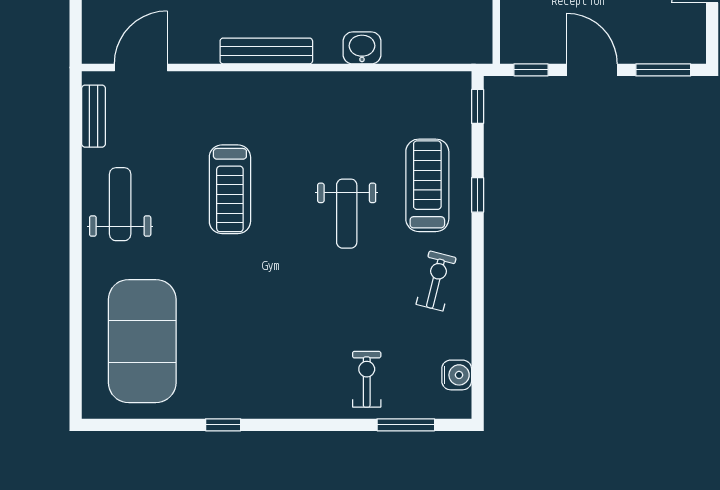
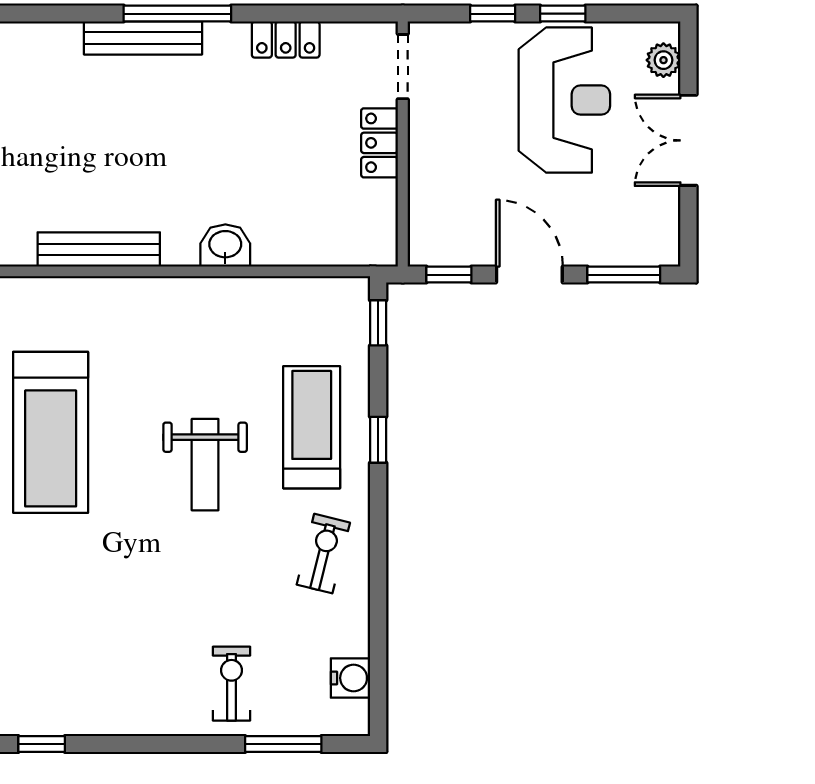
treadmill: (230, 189) -> (51, 432), width x1.37, depth x1.38

